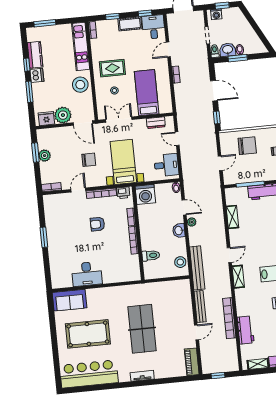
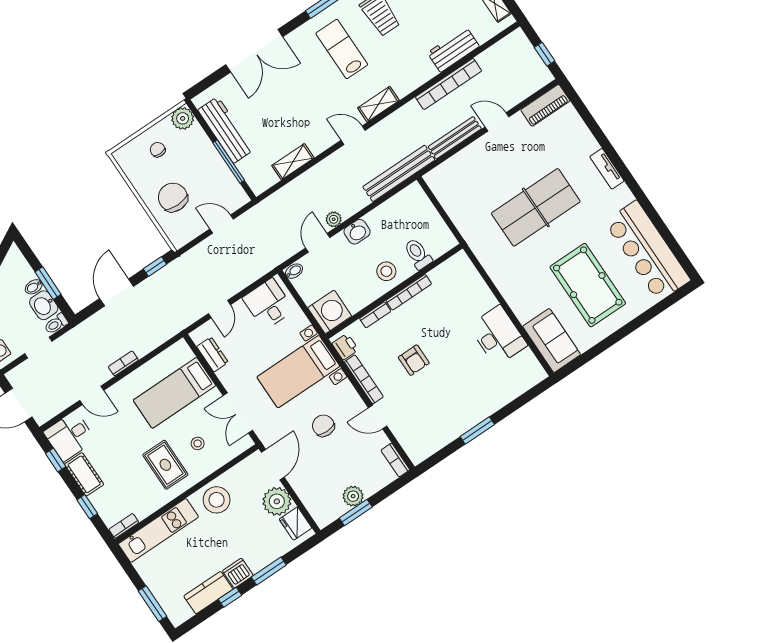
stool: (180, 262) -> (386, 271), moved

